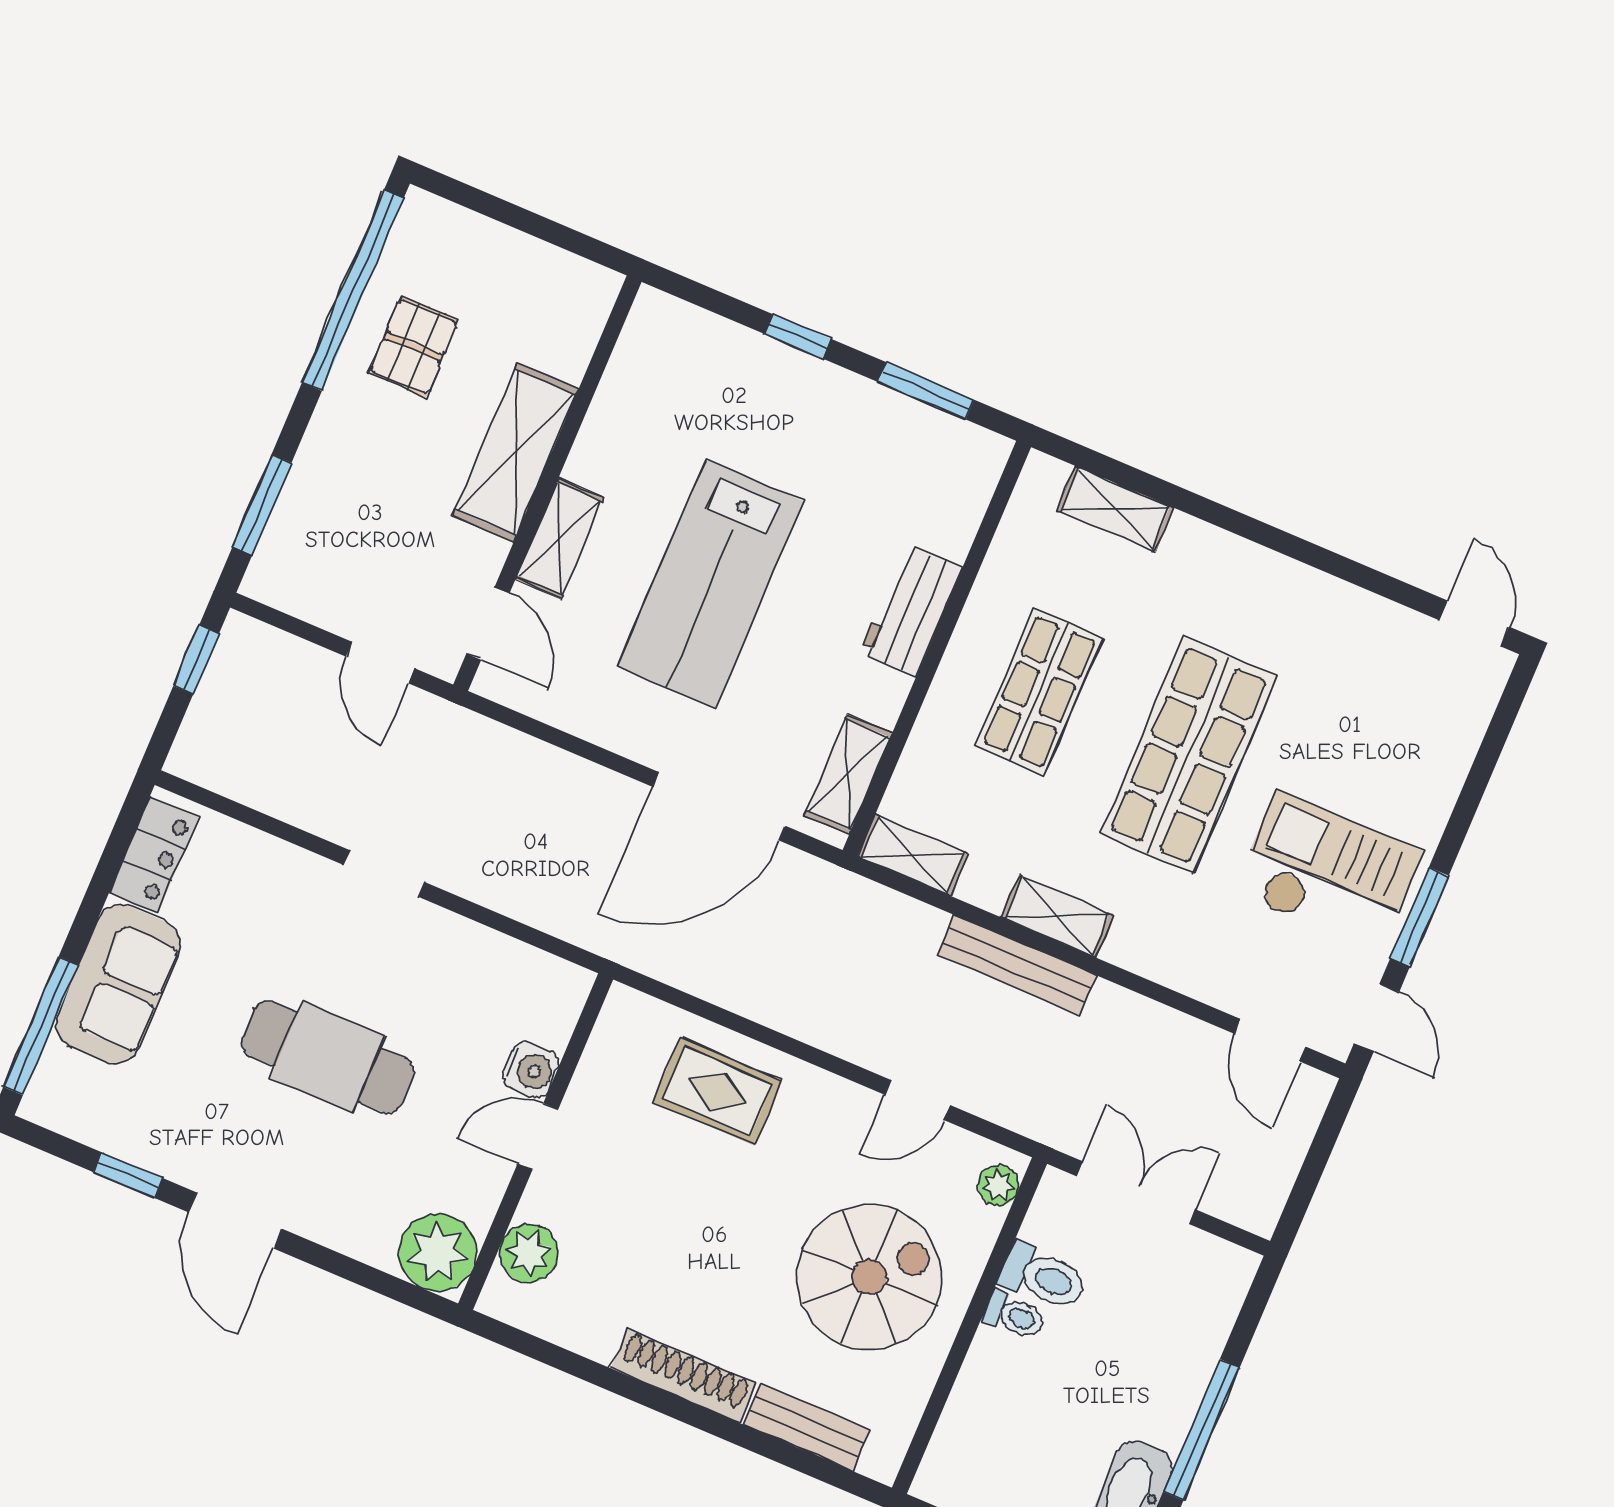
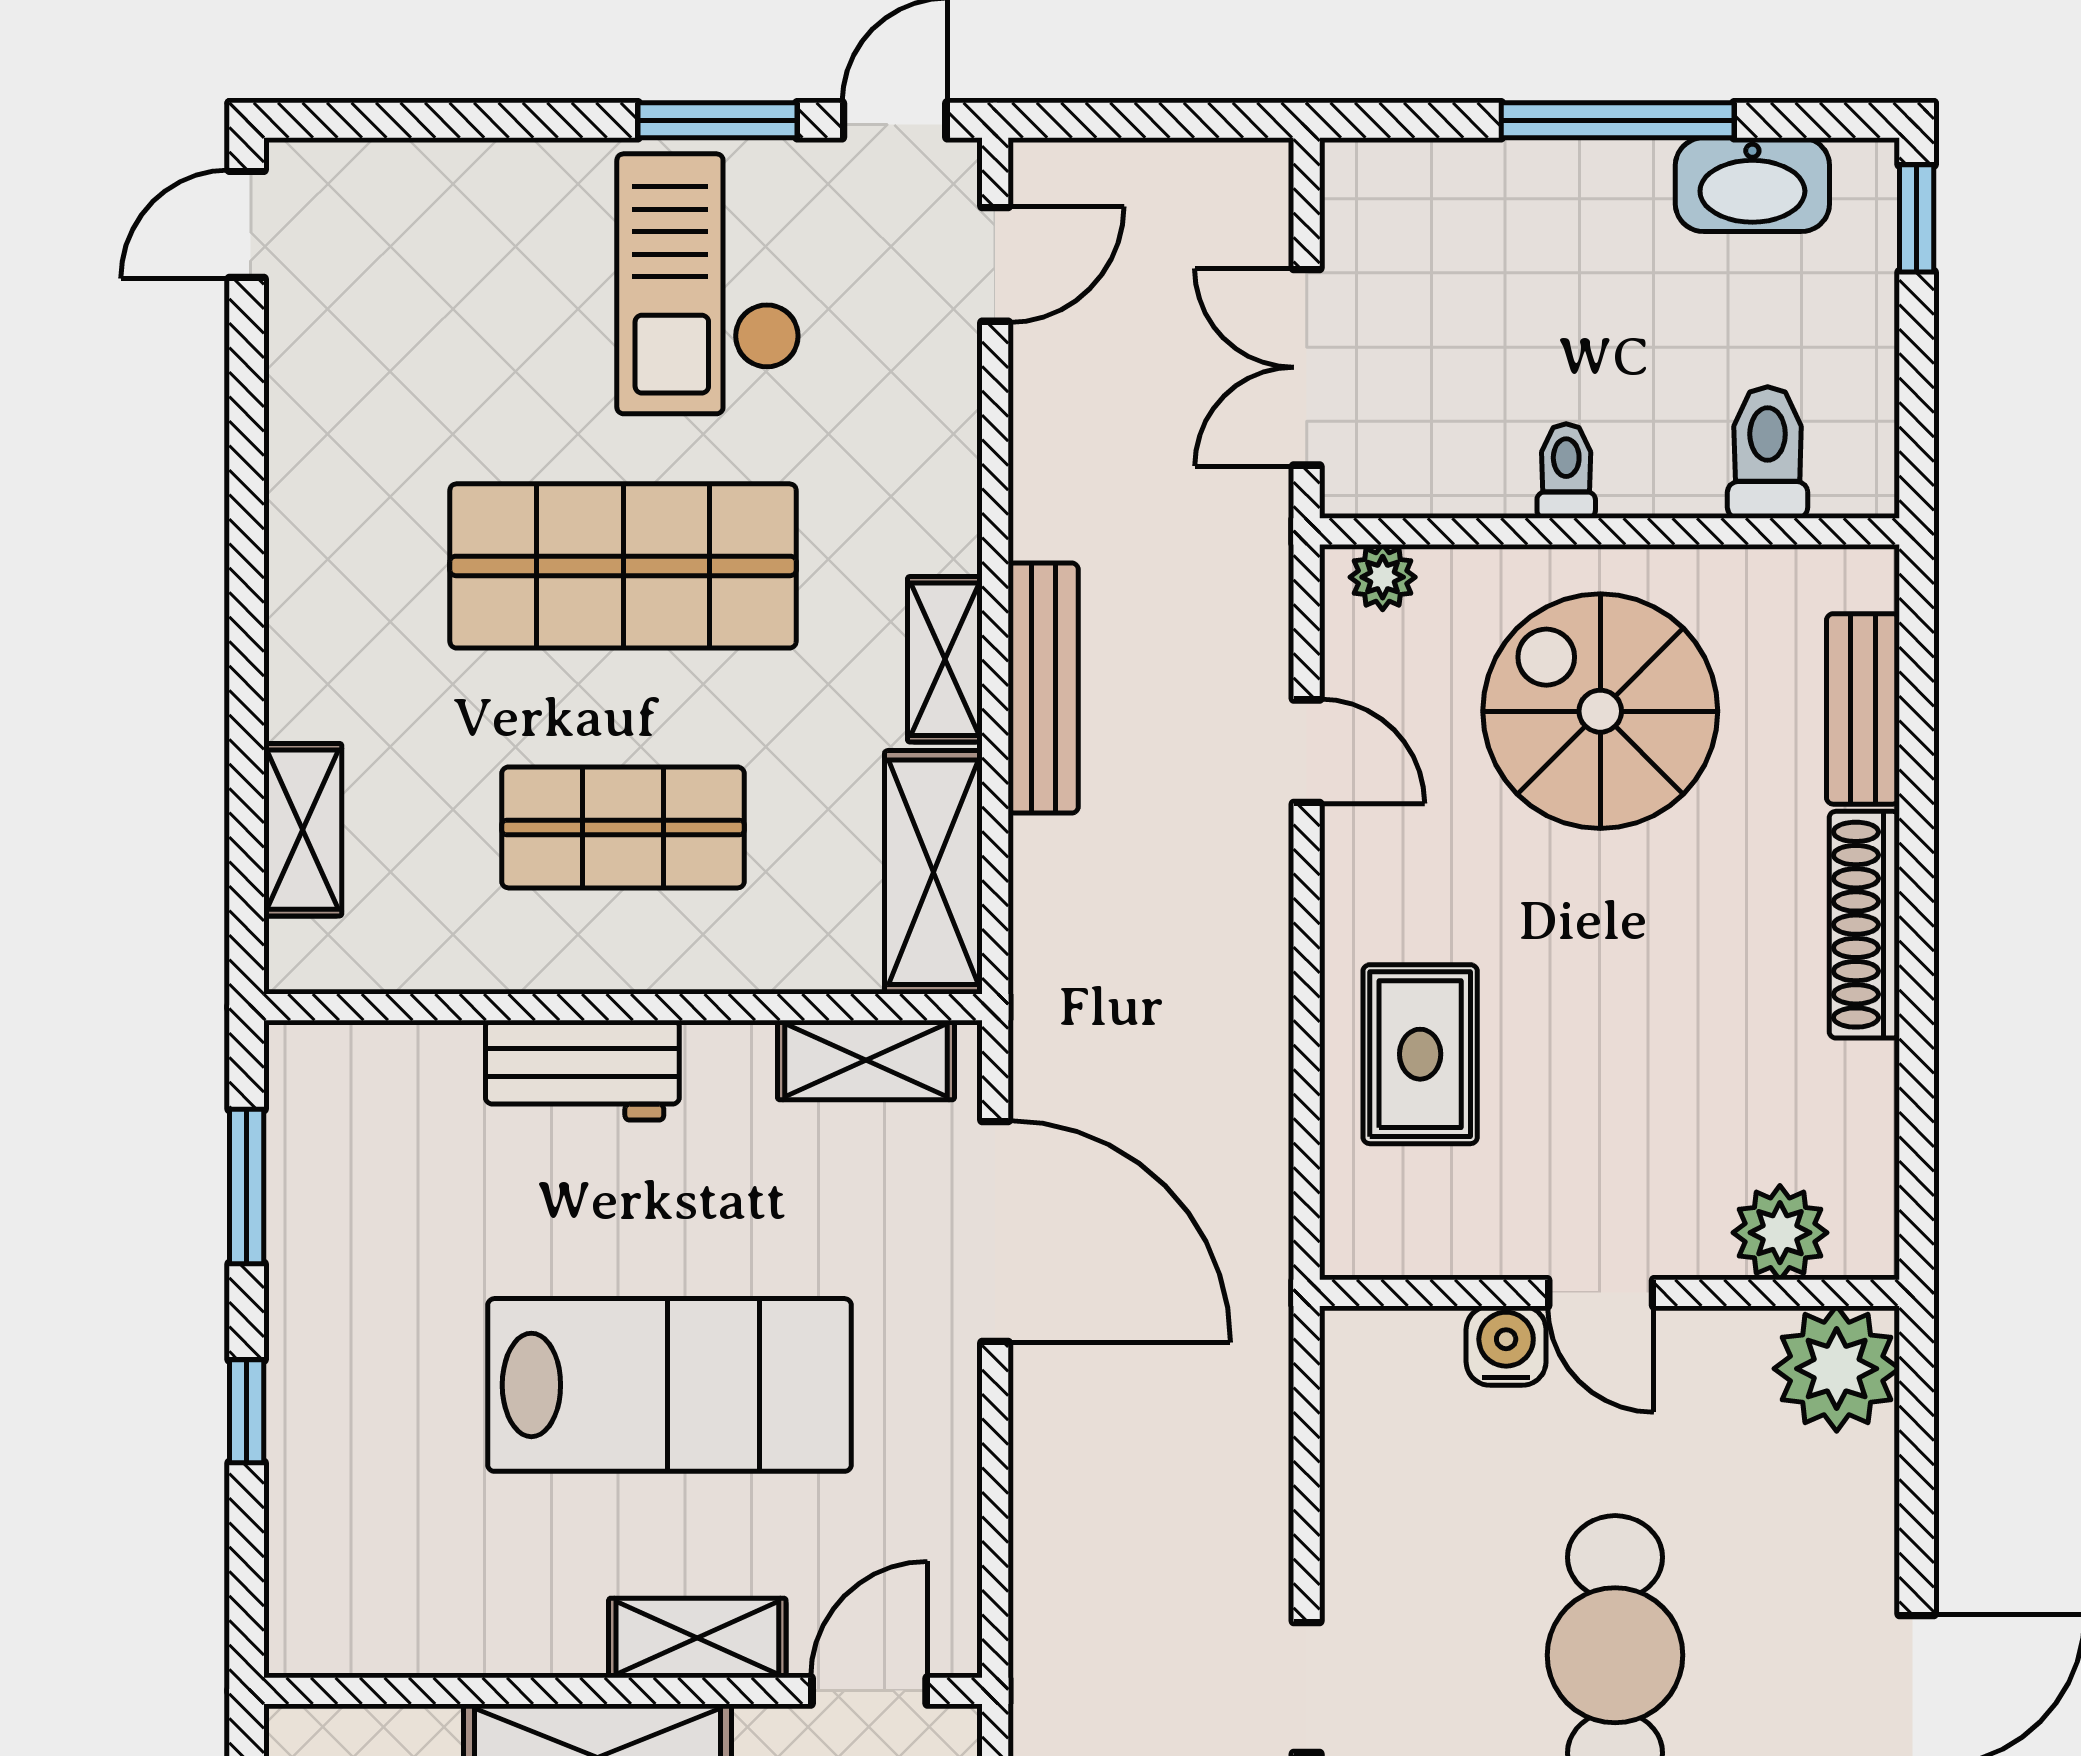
shelving: (913, 855) -> (933, 872), width x1.50, depth x1.33
toilet: (1043, 1277) -> (1768, 452), moved

